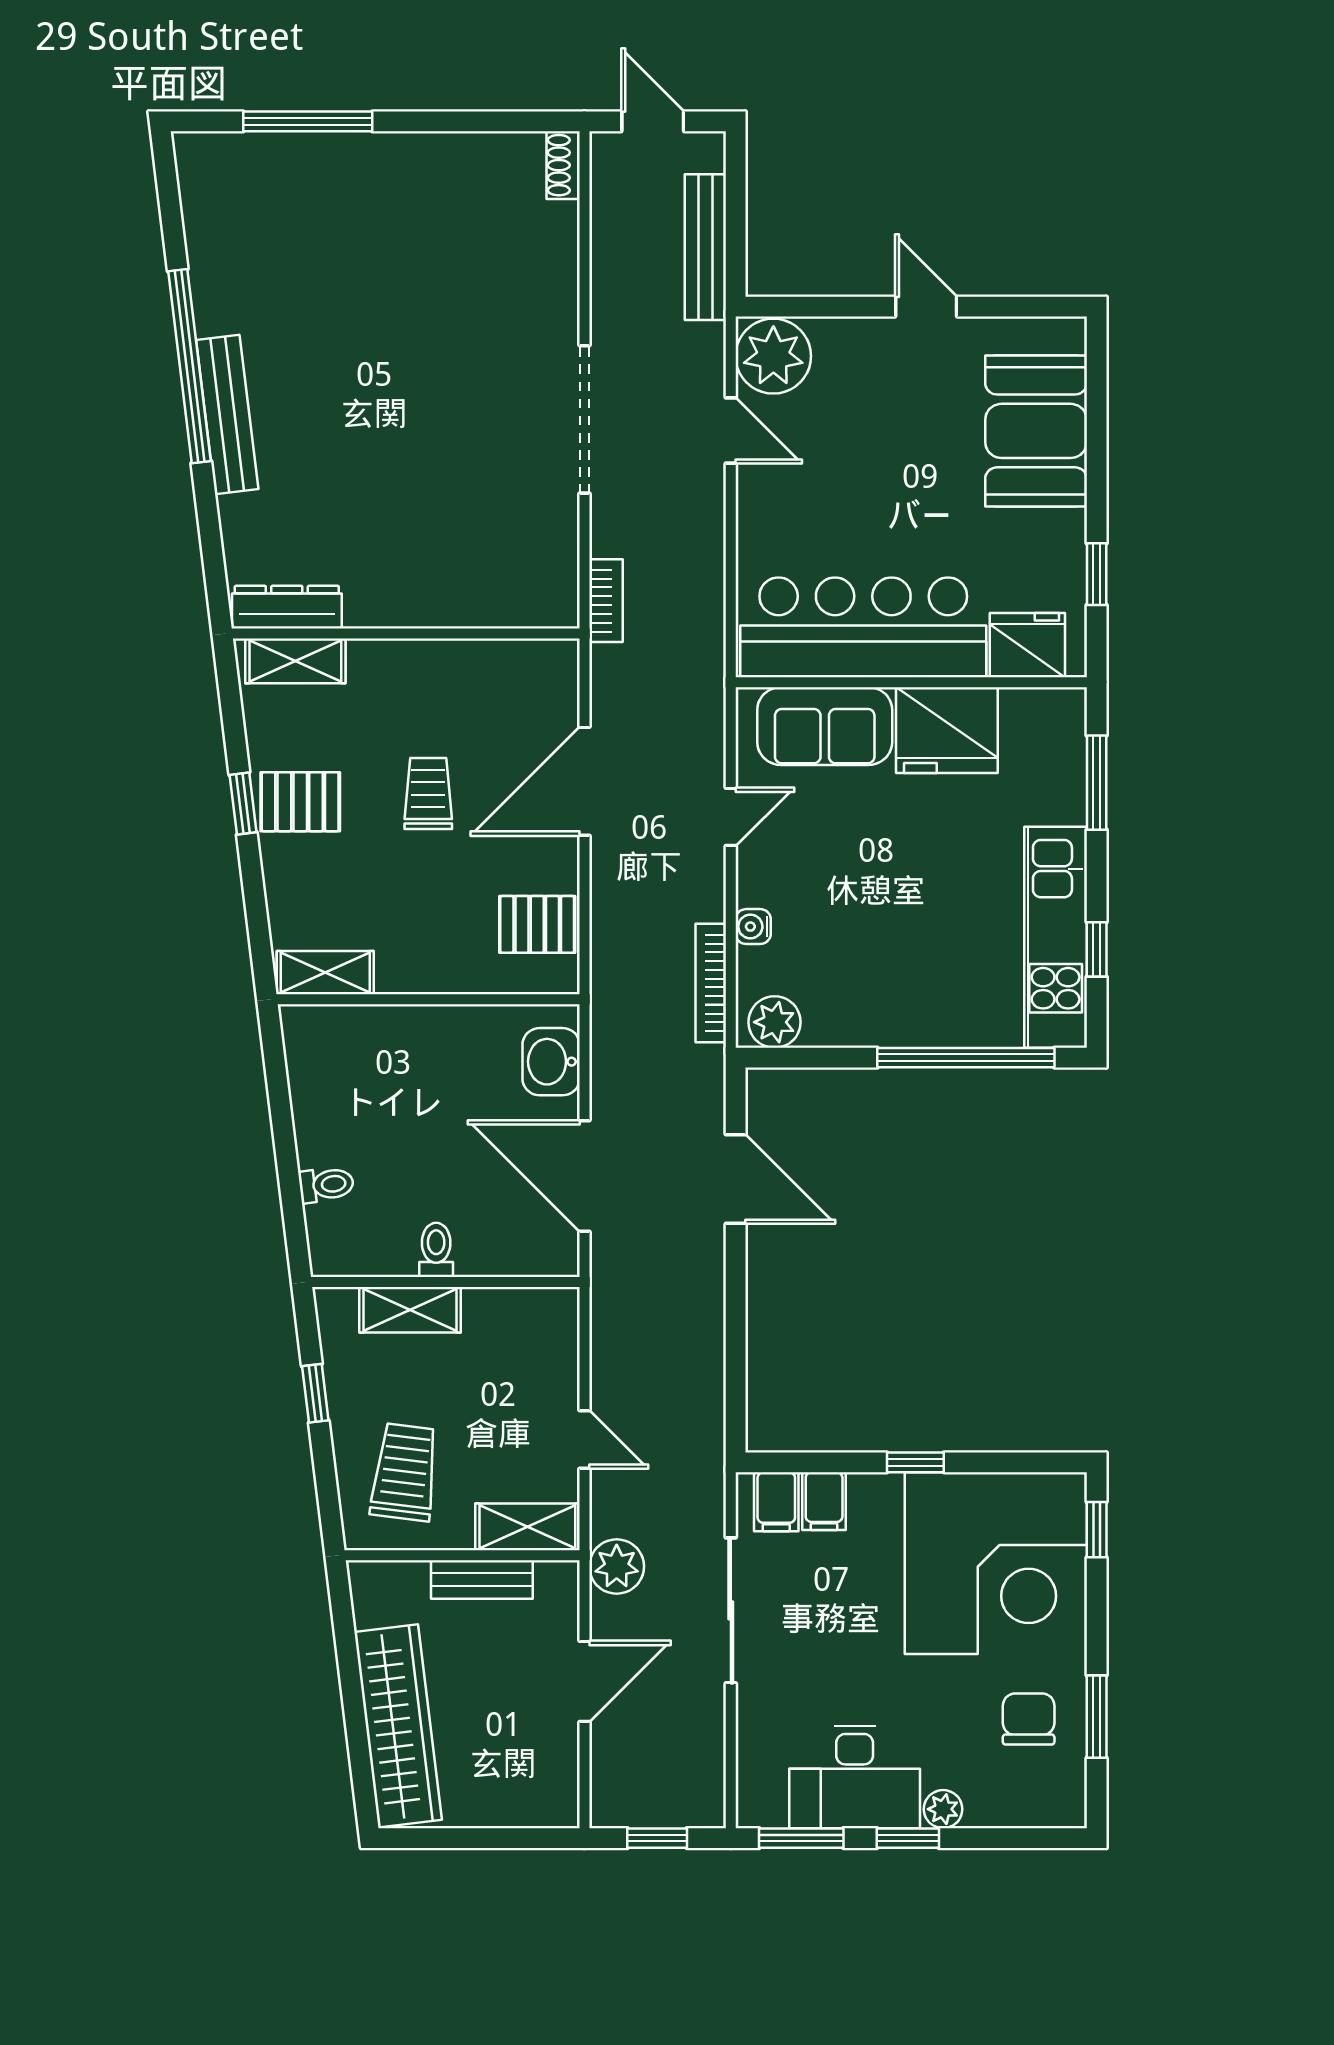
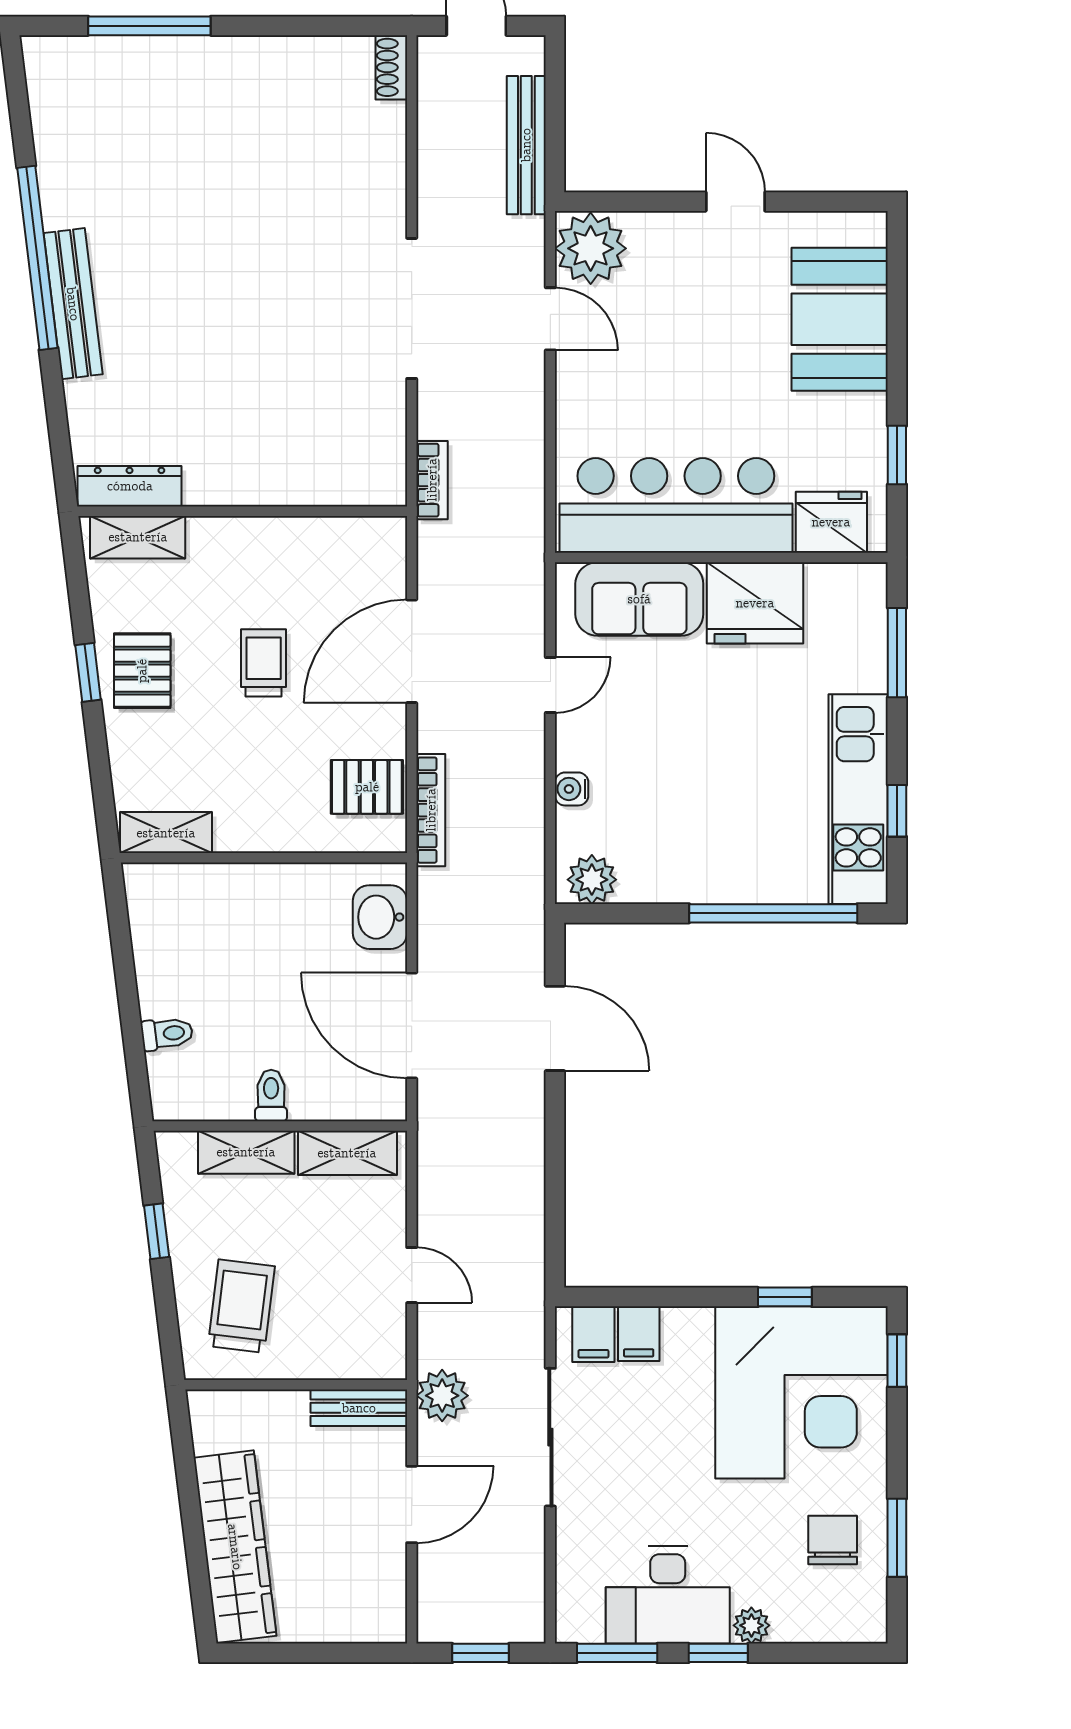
pallet: (300, 802) -> (142, 671), turned 90
bookcase: (711, 983) -> (431, 810), moved, turned 180
window: (915, 1462) -> (785, 1297), moved
shelving: (527, 1527) -> (347, 1153), moved
bench: (482, 1579) -> (359, 1408), moved

